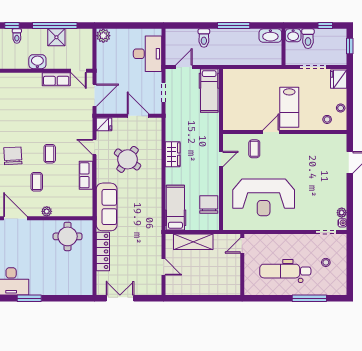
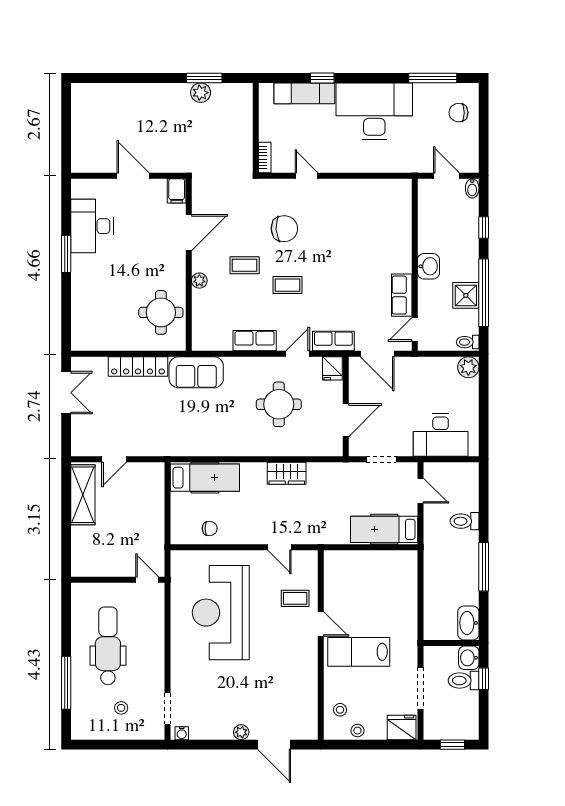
window: (325, 26) -> (484, 679), moved
toilet: (17, 36) -> (468, 342), moved
row of seats: (86, 124) -> (333, 341), added
round table: (128, 159) -> (279, 404), turned -36
chair: (209, 205) -> (210, 528), width x0.54, depth x0.54
sofa: (107, 207) -> (196, 372), width x0.73
plant: (342, 213) -> (241, 732), moved
shelving: (193, 242) -> (83, 495), moved

